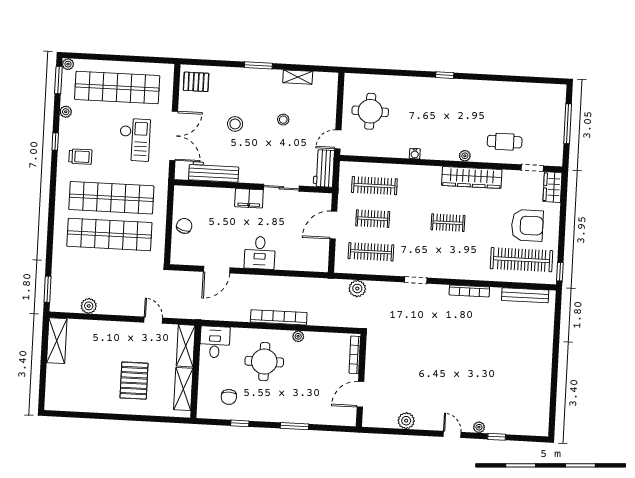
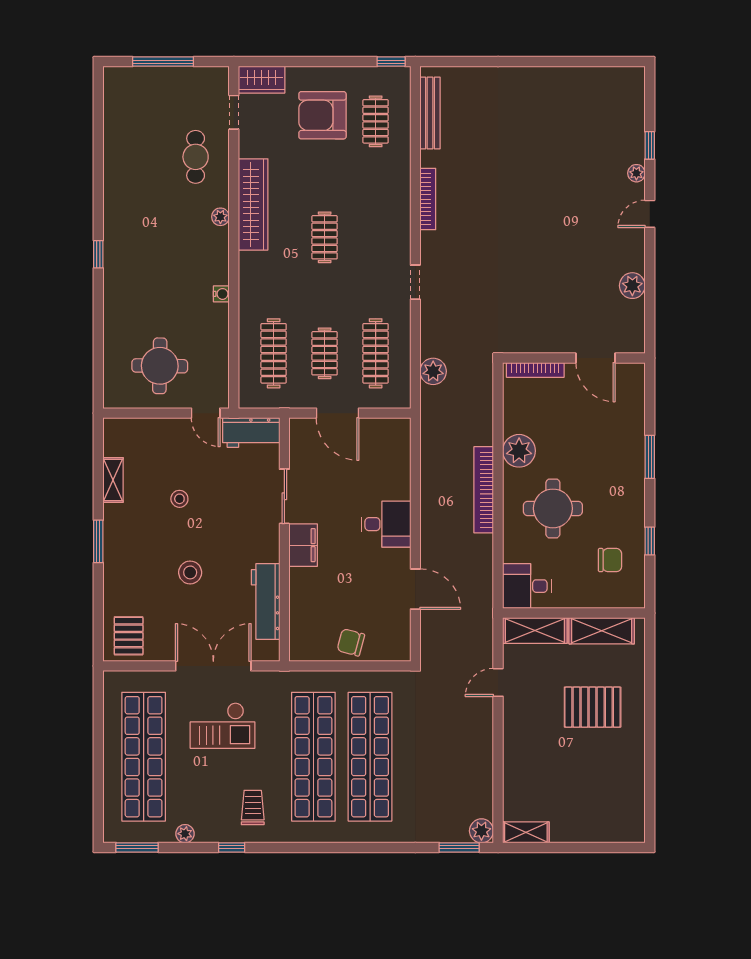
plant: (68, 64) -> (112, 834), removed
checkout: (135, 140) -> (223, 726), turned 180
armchair: (527, 225) -> (322, 115), turned -90
clothes rail: (522, 260) -> (376, 121), width x0.54, depth x0.76
plant: (89, 306) -> (481, 831), moved
plant: (298, 336) -> (519, 451), width x1.88, depth x1.88
shelving: (57, 341) -> (526, 832), width x0.67, depth x0.75

